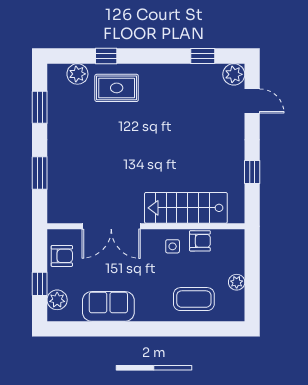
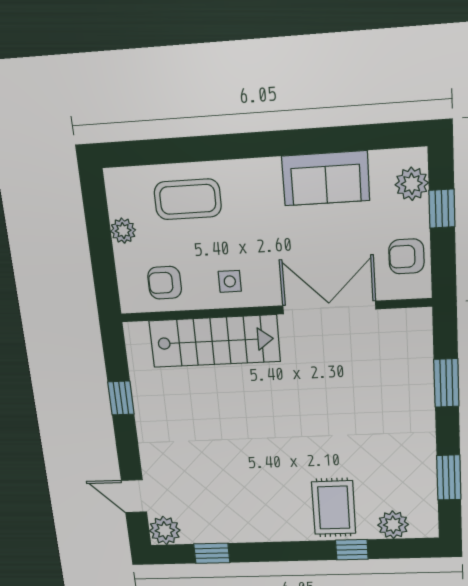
rug: (117, 88) -> (334, 508), turned 90
armchair: (200, 241) -> (165, 283), moved

